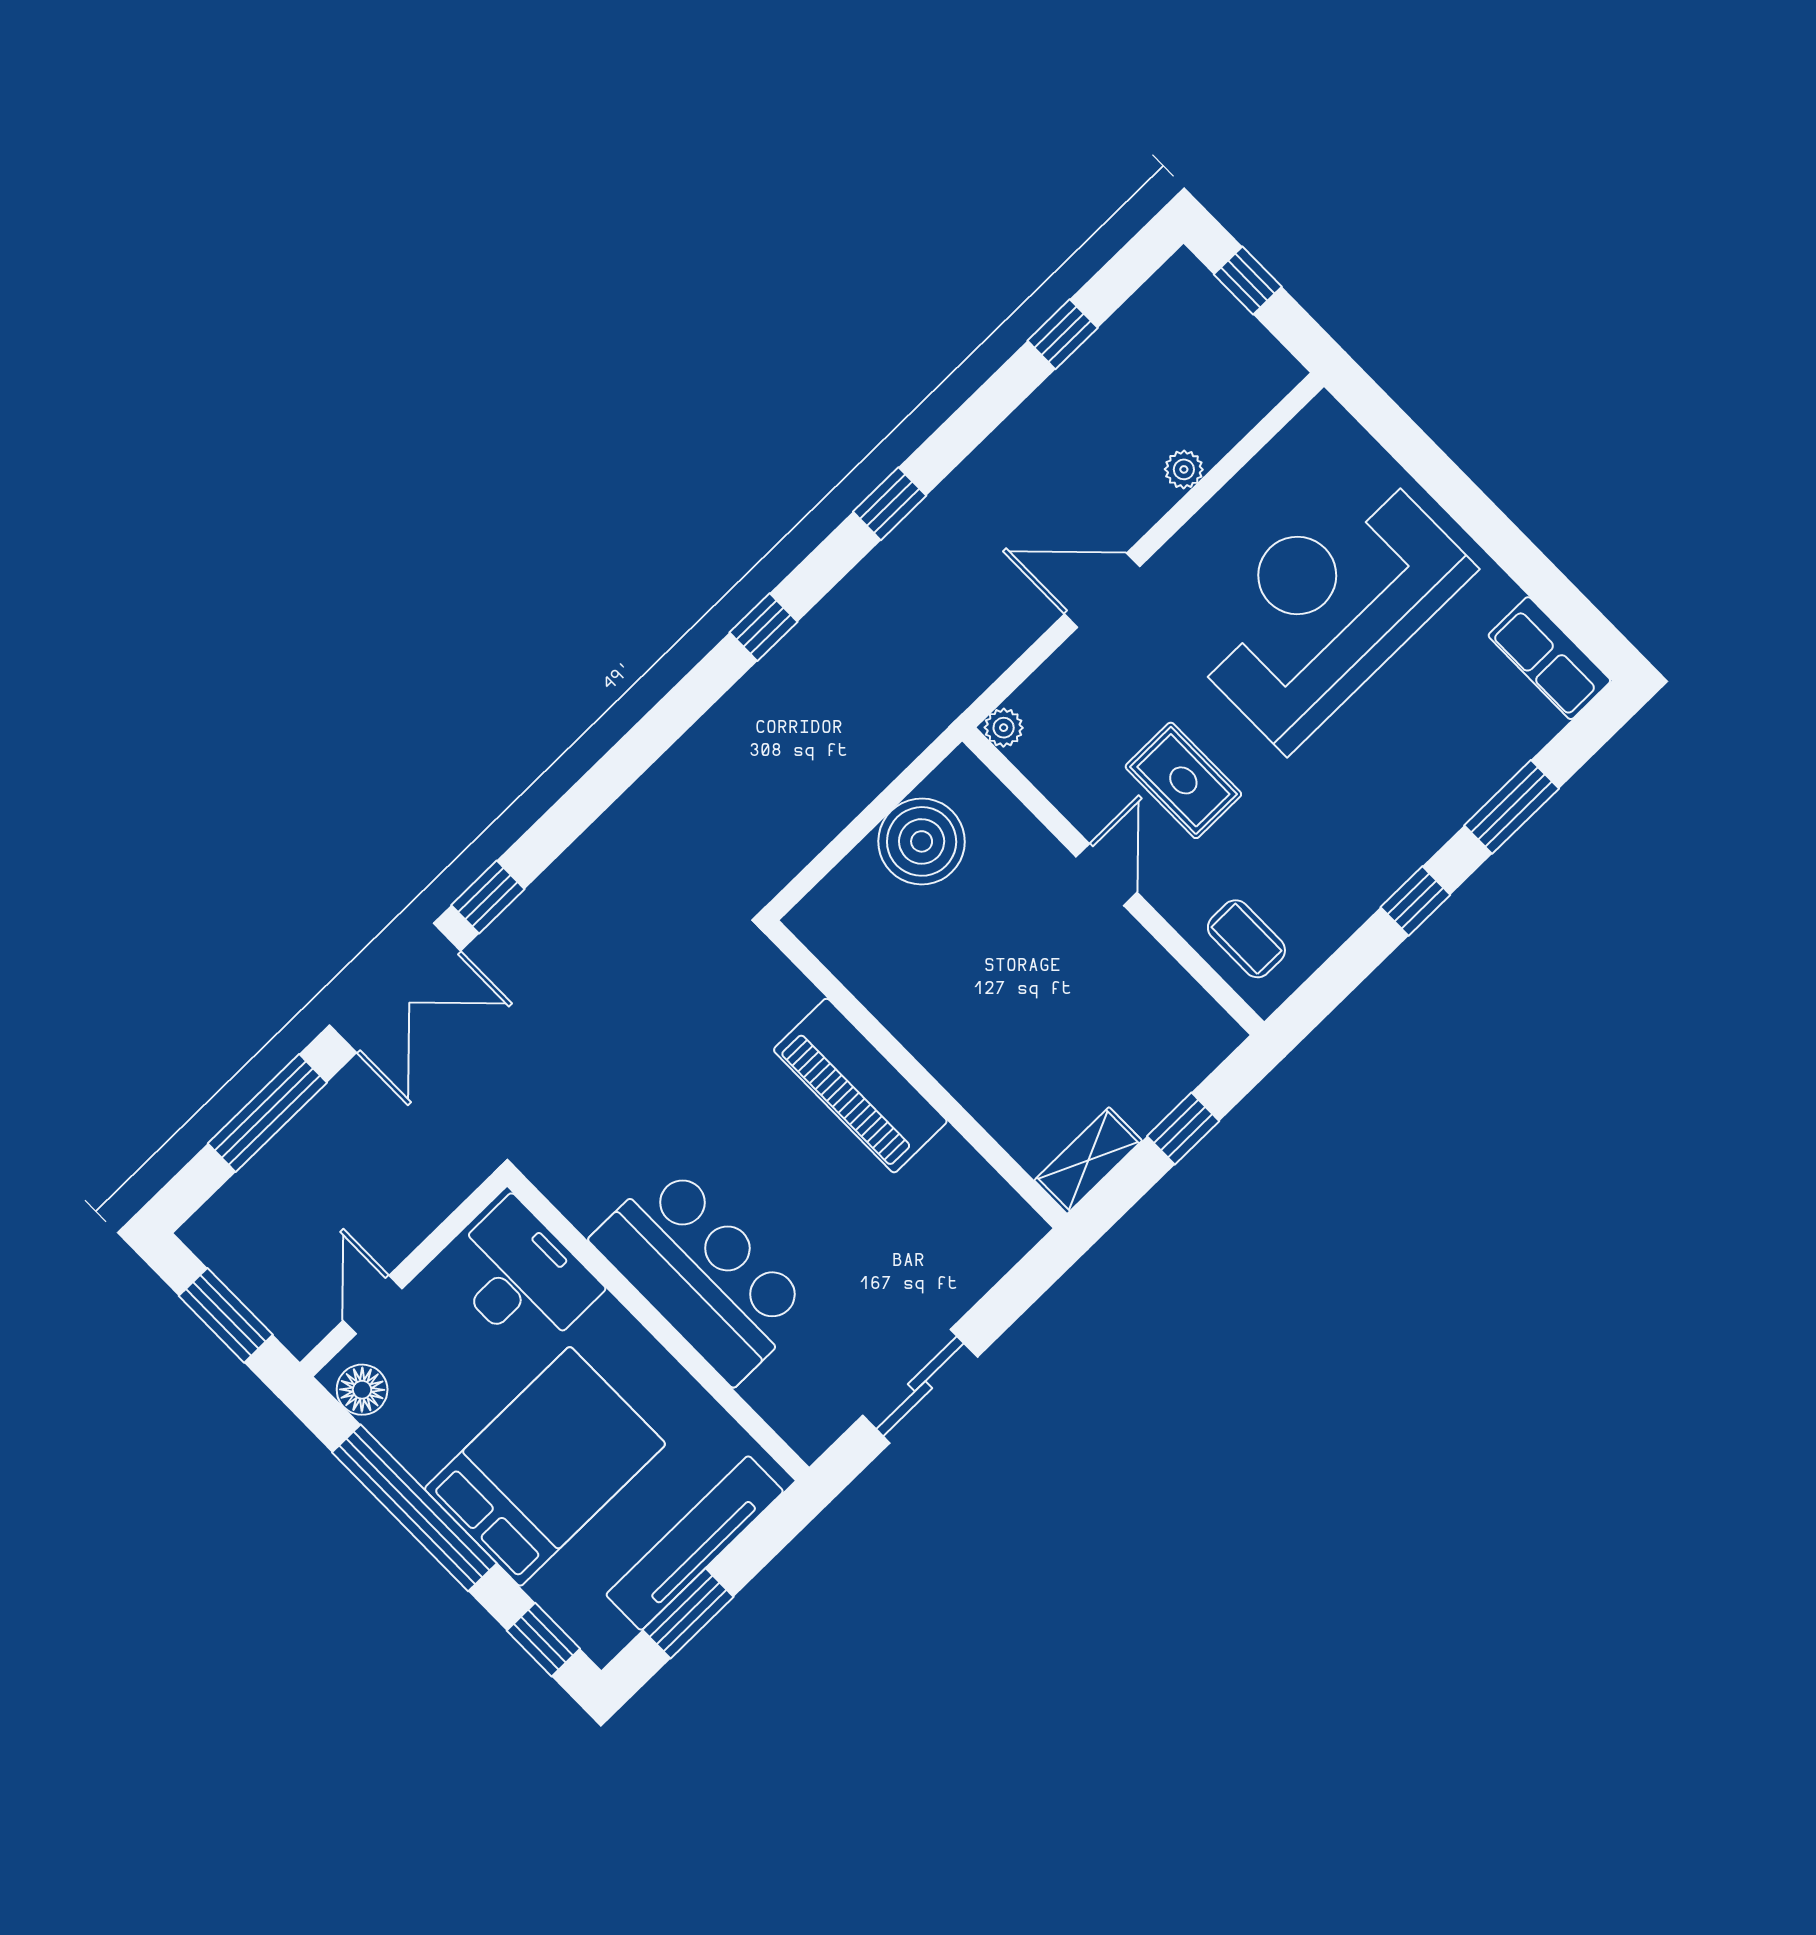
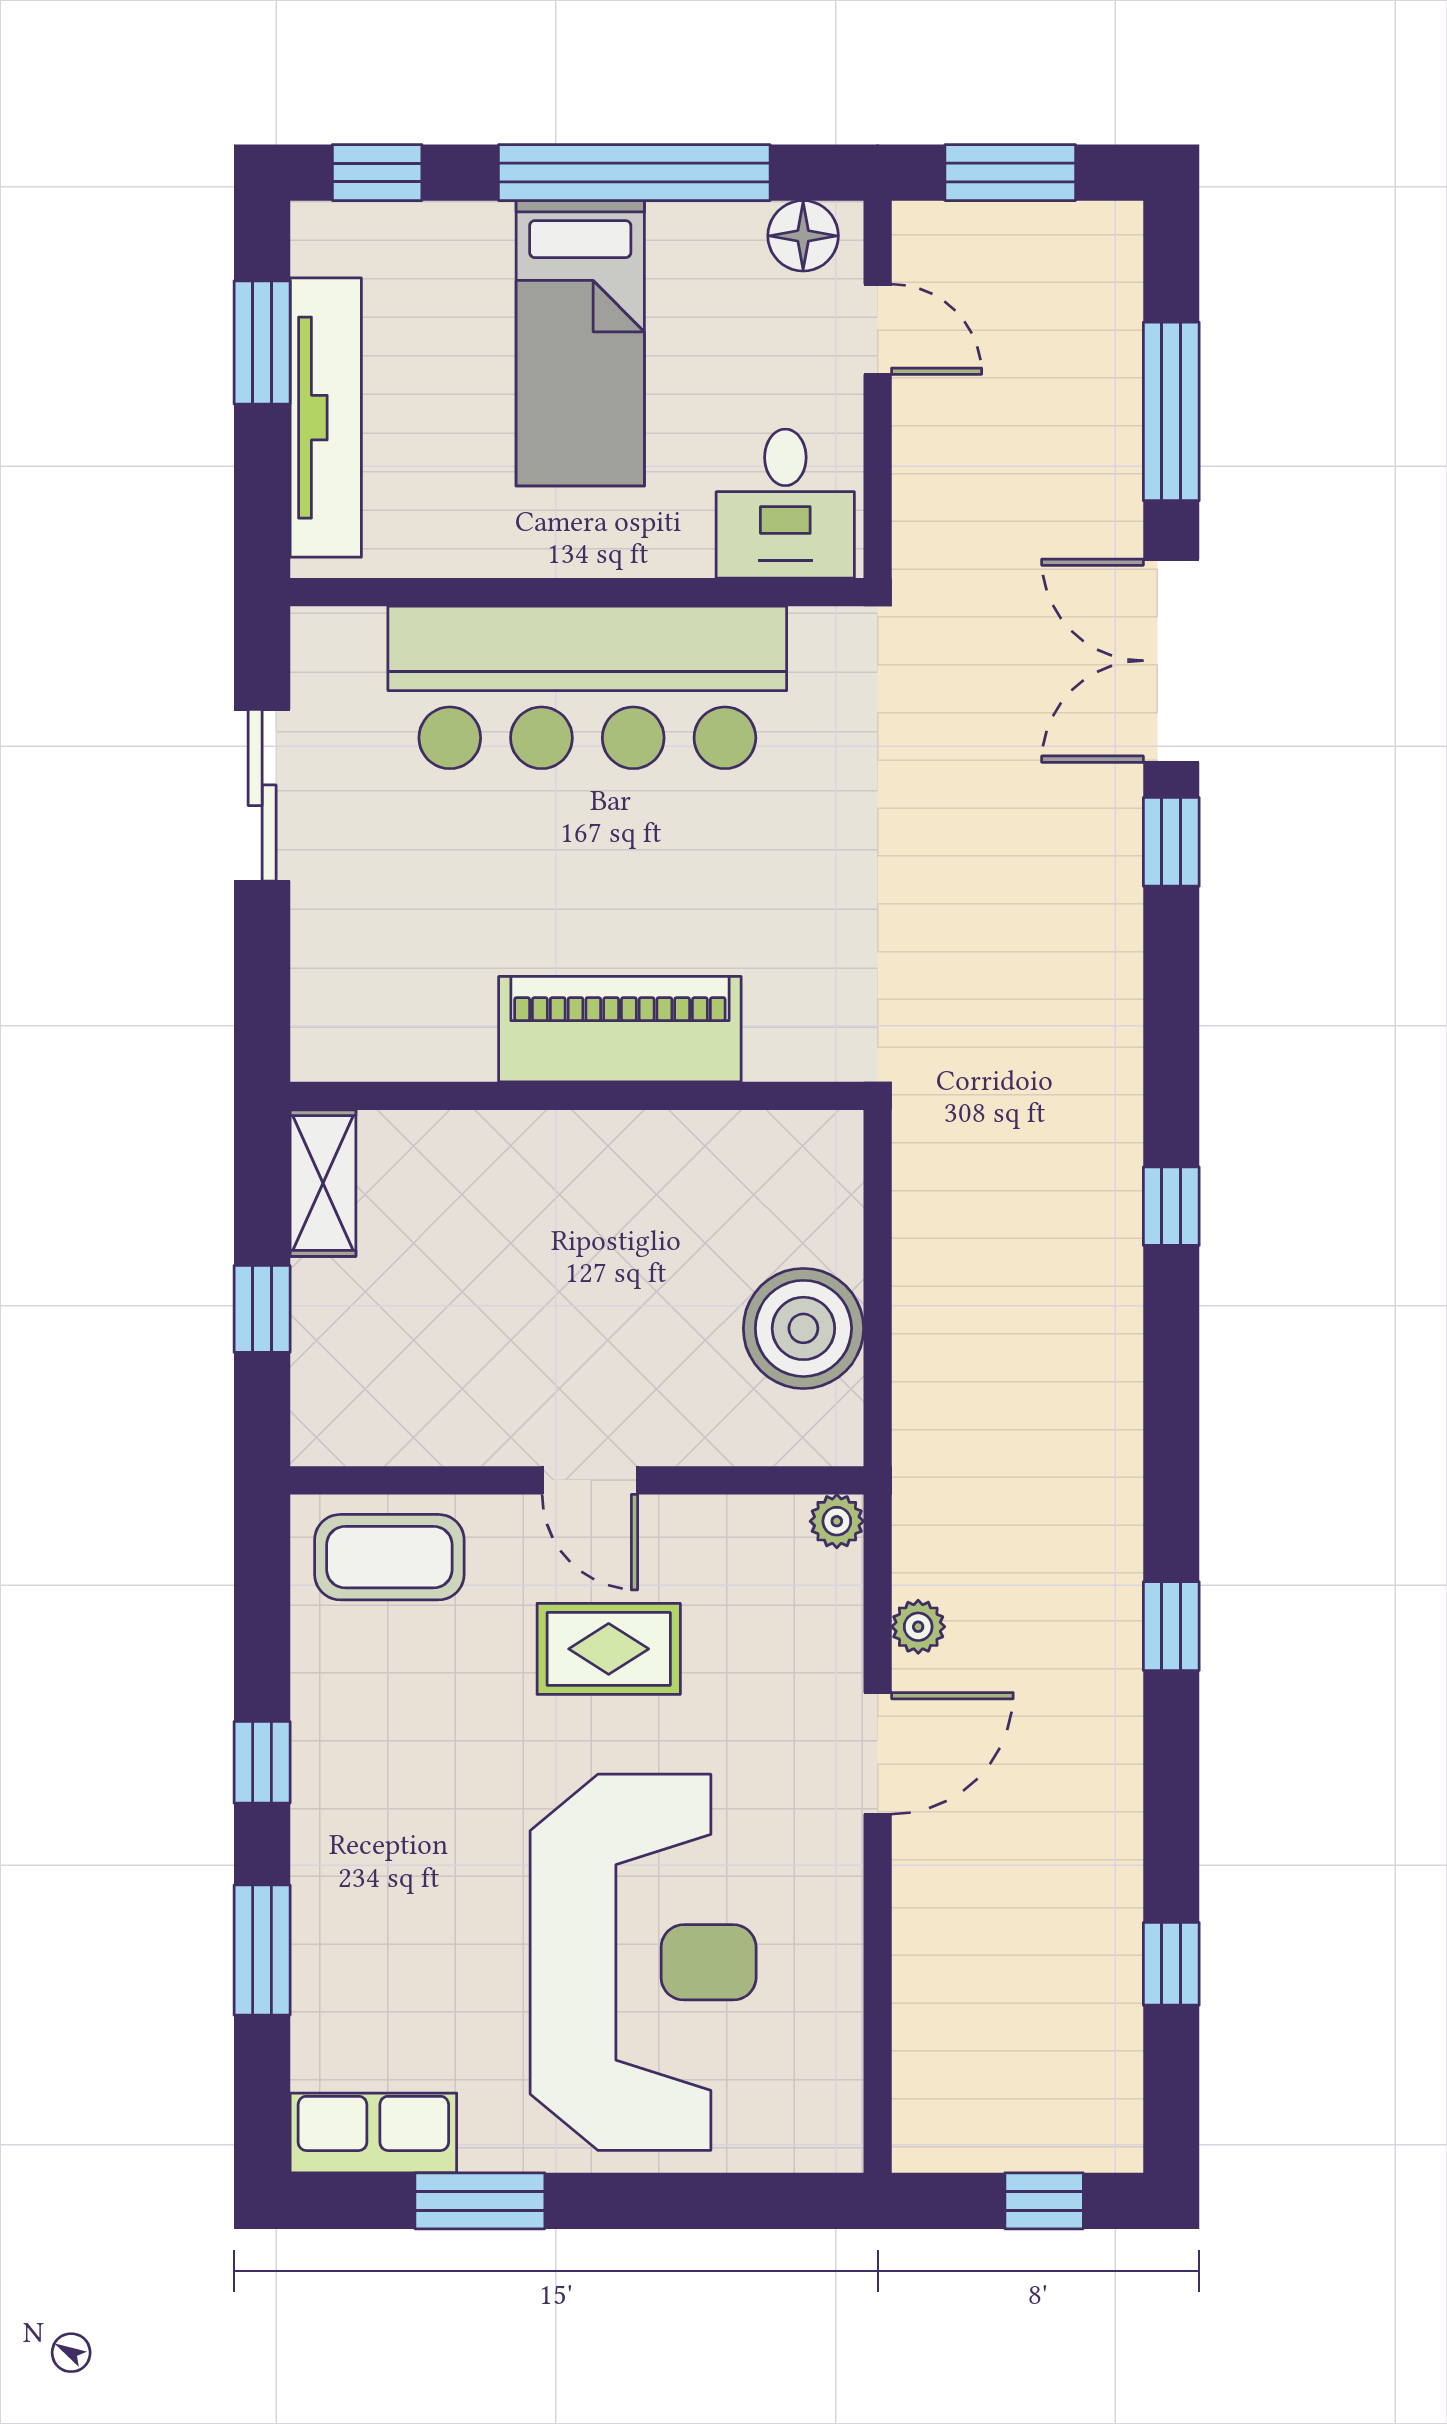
plant: (1184, 469) -> (918, 1627), moved
window: (1531, 570) -> (480, 2201), added
window: (763, 627) -> (1171, 1206), moved
coffee table: (1246, 939) -> (389, 1557), width x1.36, depth x1.30
bar counter: (702, 1274) -> (587, 687), width x1.36
desk: (521, 1278) -> (785, 504), width x0.73
bed: (545, 1466) -> (580, 343), width x0.67

